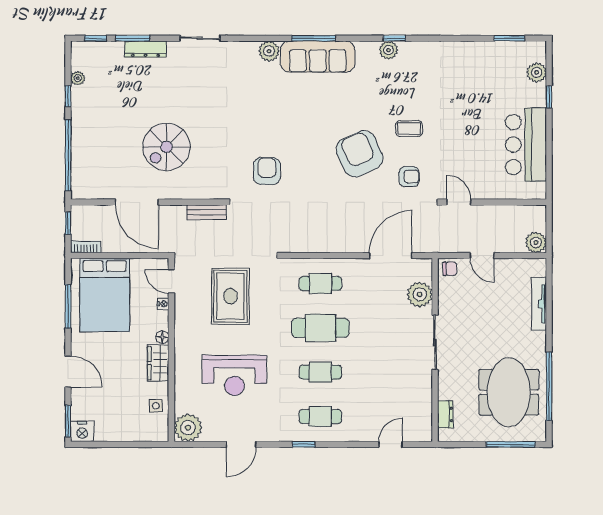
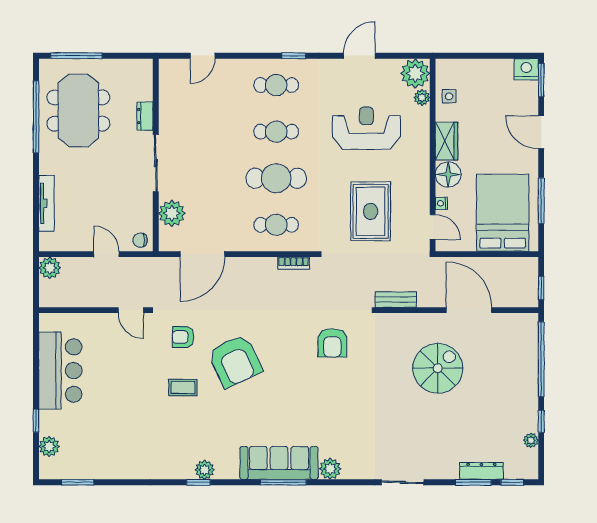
dresser: (145, 49) -> (481, 471), moved
bookcase: (86, 247) -> (294, 263), moved
floor lamp: (162, 337) -> (448, 174), width x1.89, depth x1.89
plant: (182, 405) -> (422, 97), added
dresser: (445, 415) -> (145, 116), moved

